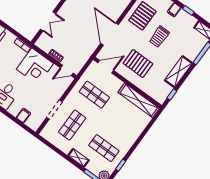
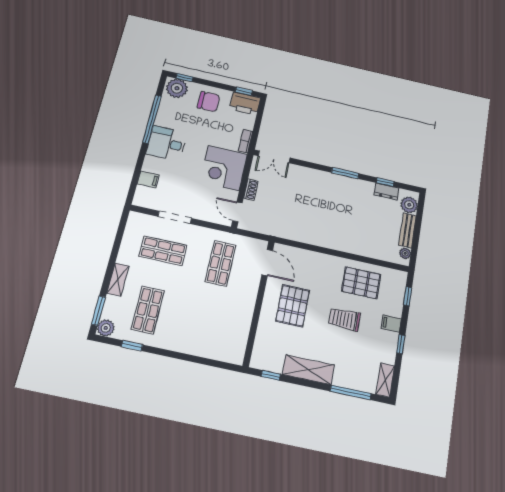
double door: (48, 21) -> (274, 157), moved
door: (109, 34) -> (315, 248), removed
shelving: (139, 100) -> (240, 330), removed

